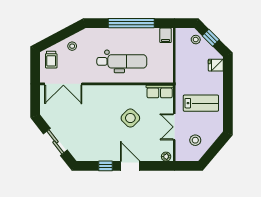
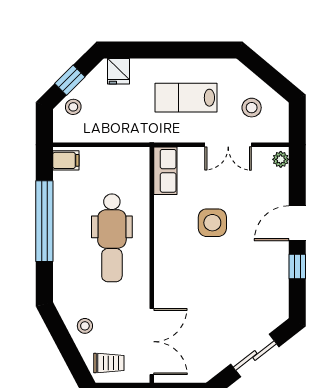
dental chair: (122, 61) -> (112, 238), turned 180
lab bench: (201, 103) -> (186, 98), turned -90
side table: (130, 118) -> (212, 223), turned 45

